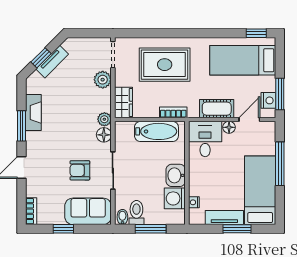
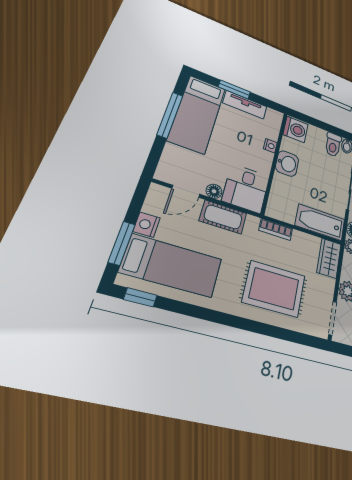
window: (280, 94) -> (122, 243), moved
nightstand: (268, 100) -> (147, 225), moved
bathtub: (156, 131) -> (320, 222), moved
window: (280, 164) -> (170, 115), moved
washing machine: (175, 198) -> (296, 129), moved
nightstand: (194, 202) -> (270, 146), moved
window: (151, 229) -> (322, 125), removed

